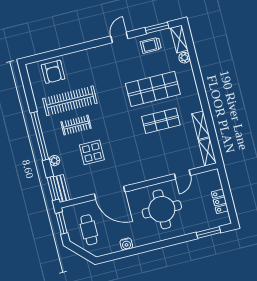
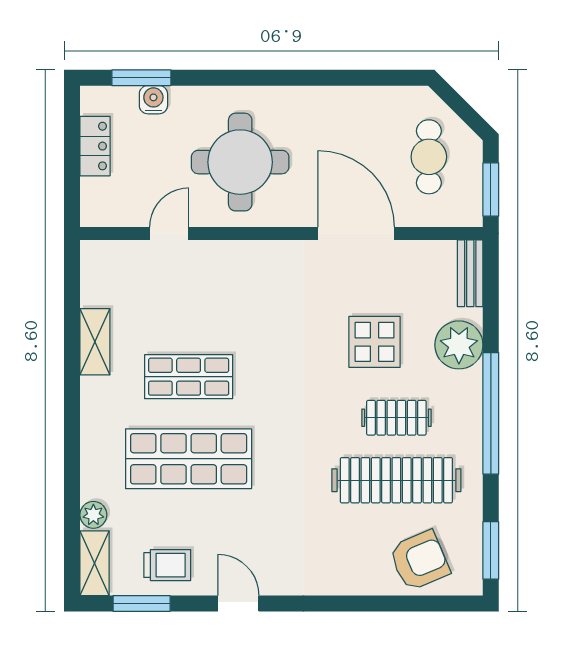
door: (119, 37) -> (238, 603), swing flipped
armchair: (53, 72) -> (419, 560), turned 67
shelving: (208, 152) -> (95, 273), removed
plant: (54, 161) -> (459, 345), width x1.88, depth x1.88
window: (53, 188) -> (491, 550), moved
water cooler: (126, 244) -> (153, 100), moved

